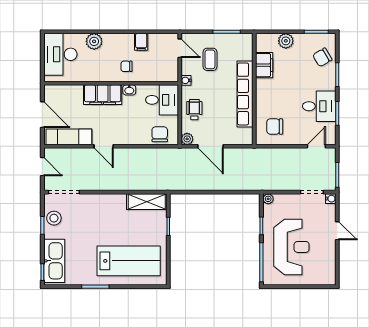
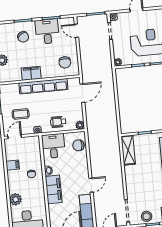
chair: (322, 57) -> (23, 37), moved
filing cabinet: (264, 65) -> (31, 73), moved
door: (210, 146) -> (82, 93), moved

